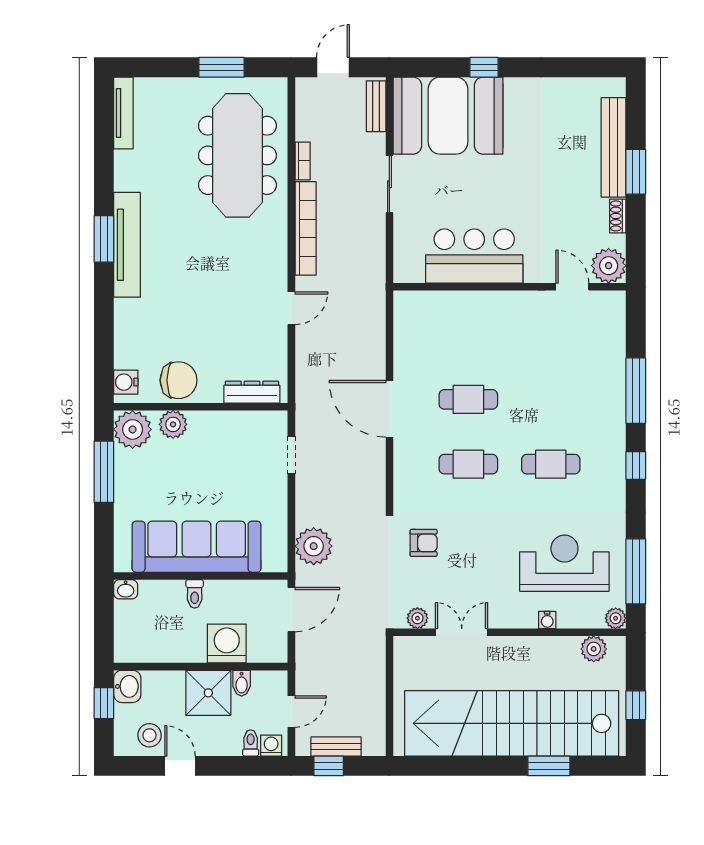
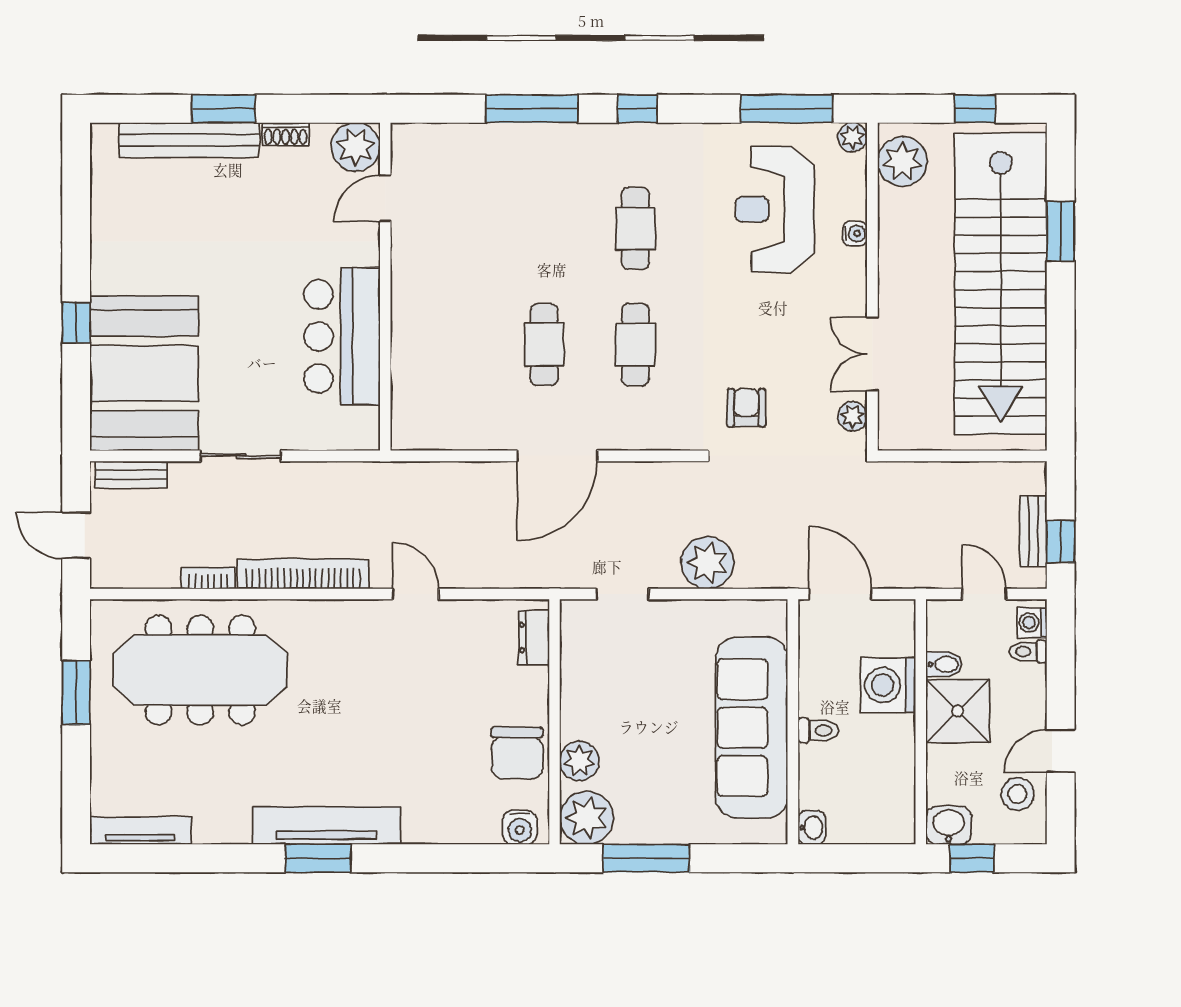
chair: (179, 380) -> (517, 753), turned 180
dresser: (252, 392) -> (534, 638), width x0.70
plant: (314, 546) -> (708, 563), moved
plant: (594, 649) -> (902, 161), width x1.36, depth x1.36

